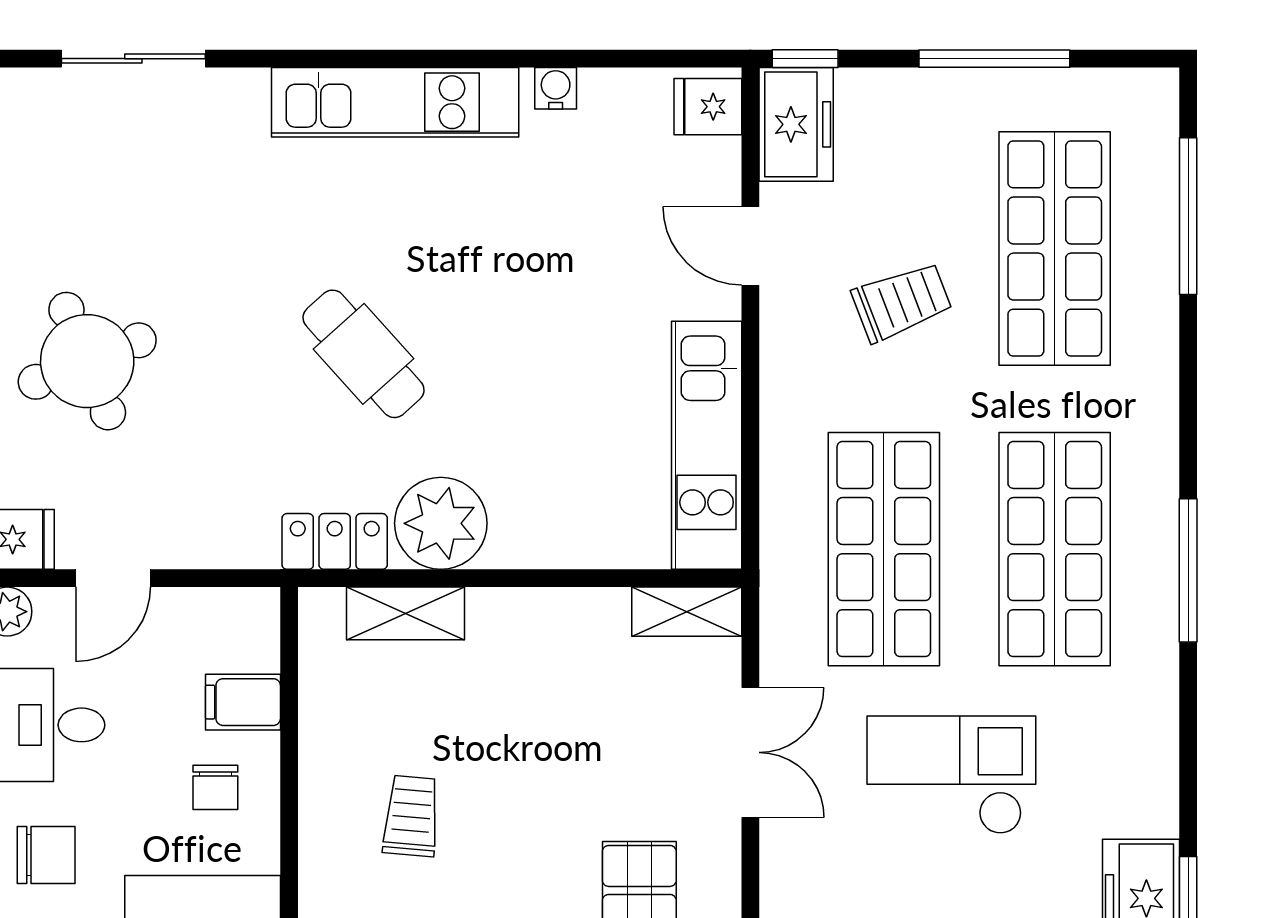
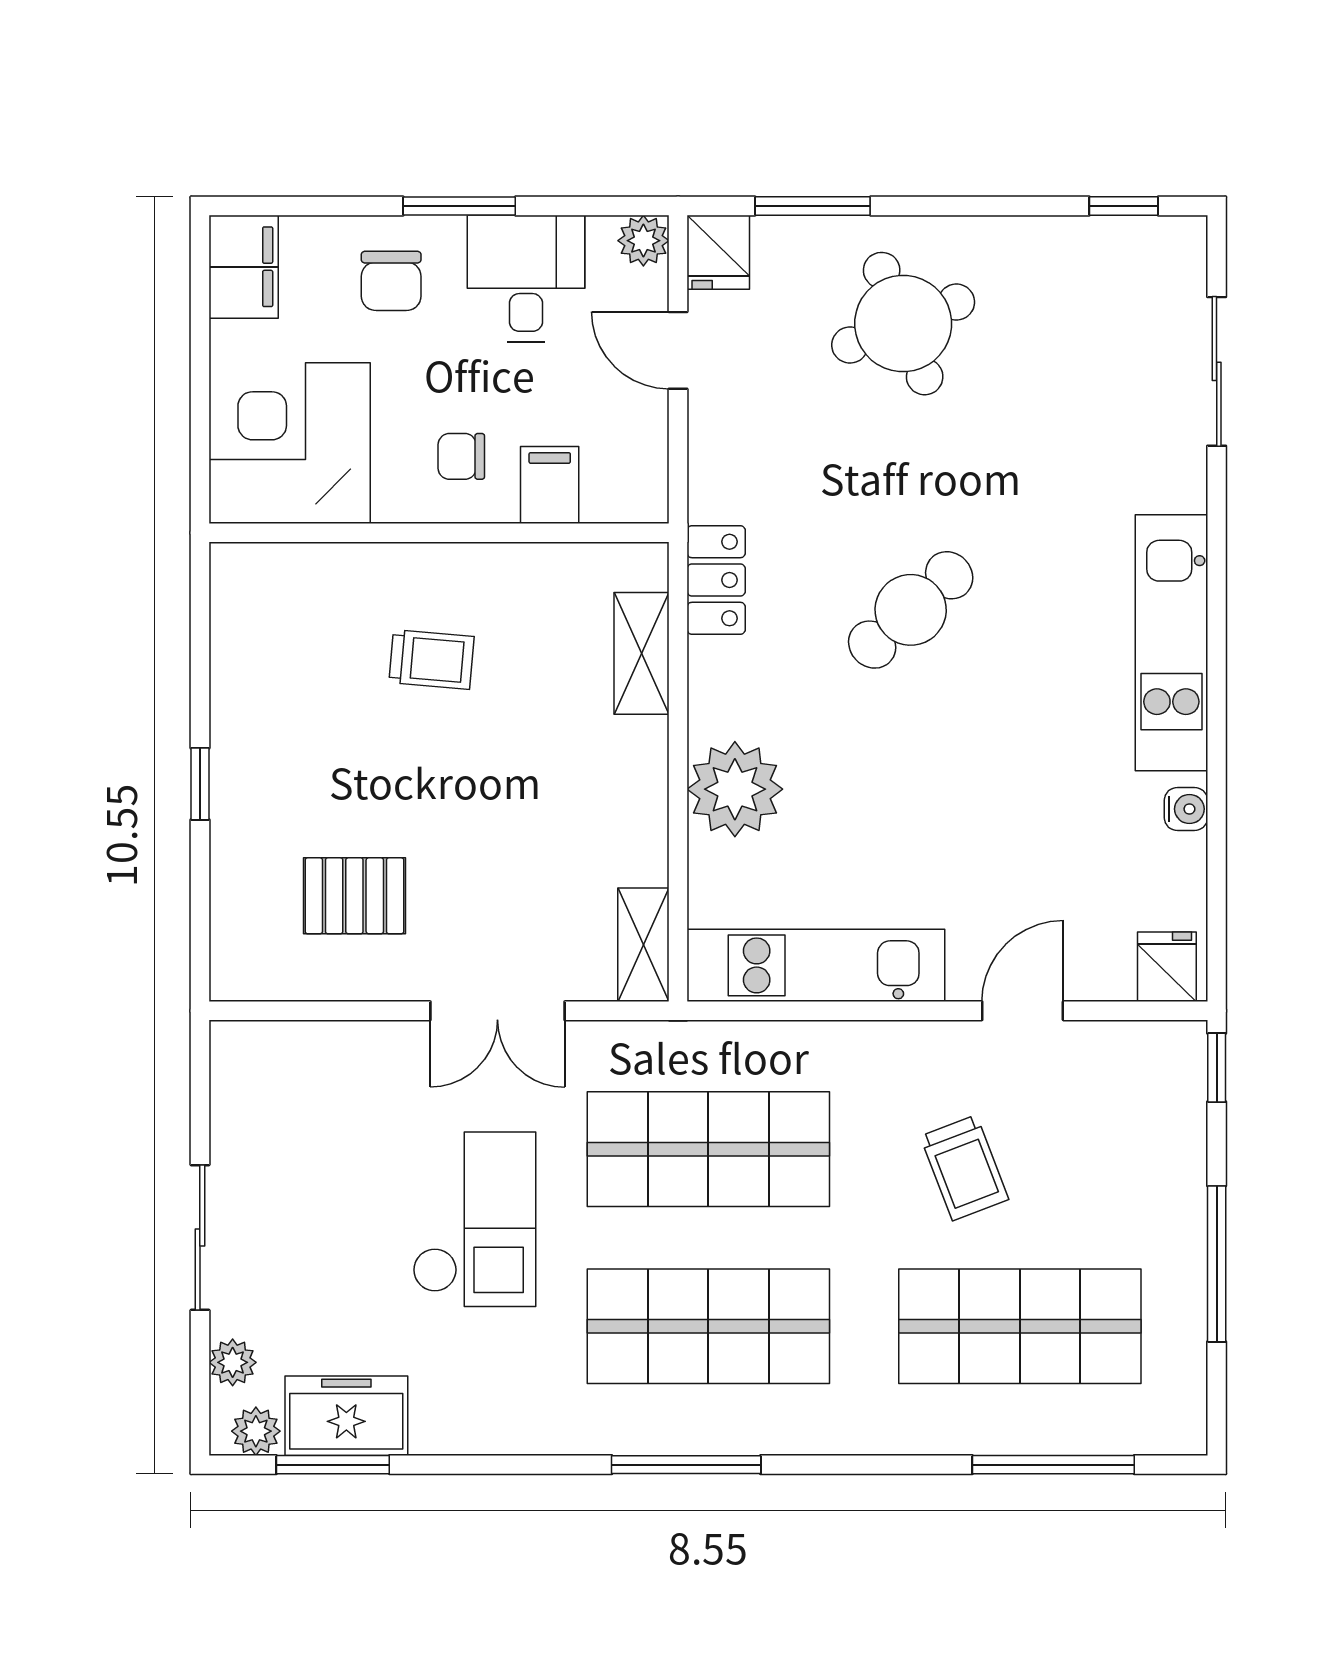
freezer: (796, 124) -> (1148, 1058), removed
plant: (441, 523) -> (735, 789), moved

